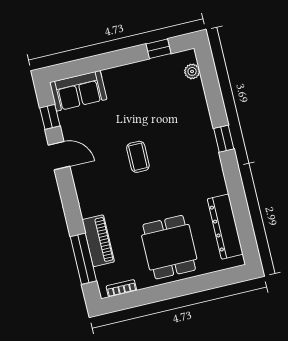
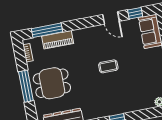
door: (59, 156) -> (111, 18), hinge flipped
window: (176, 289) -> (26, 86), added

